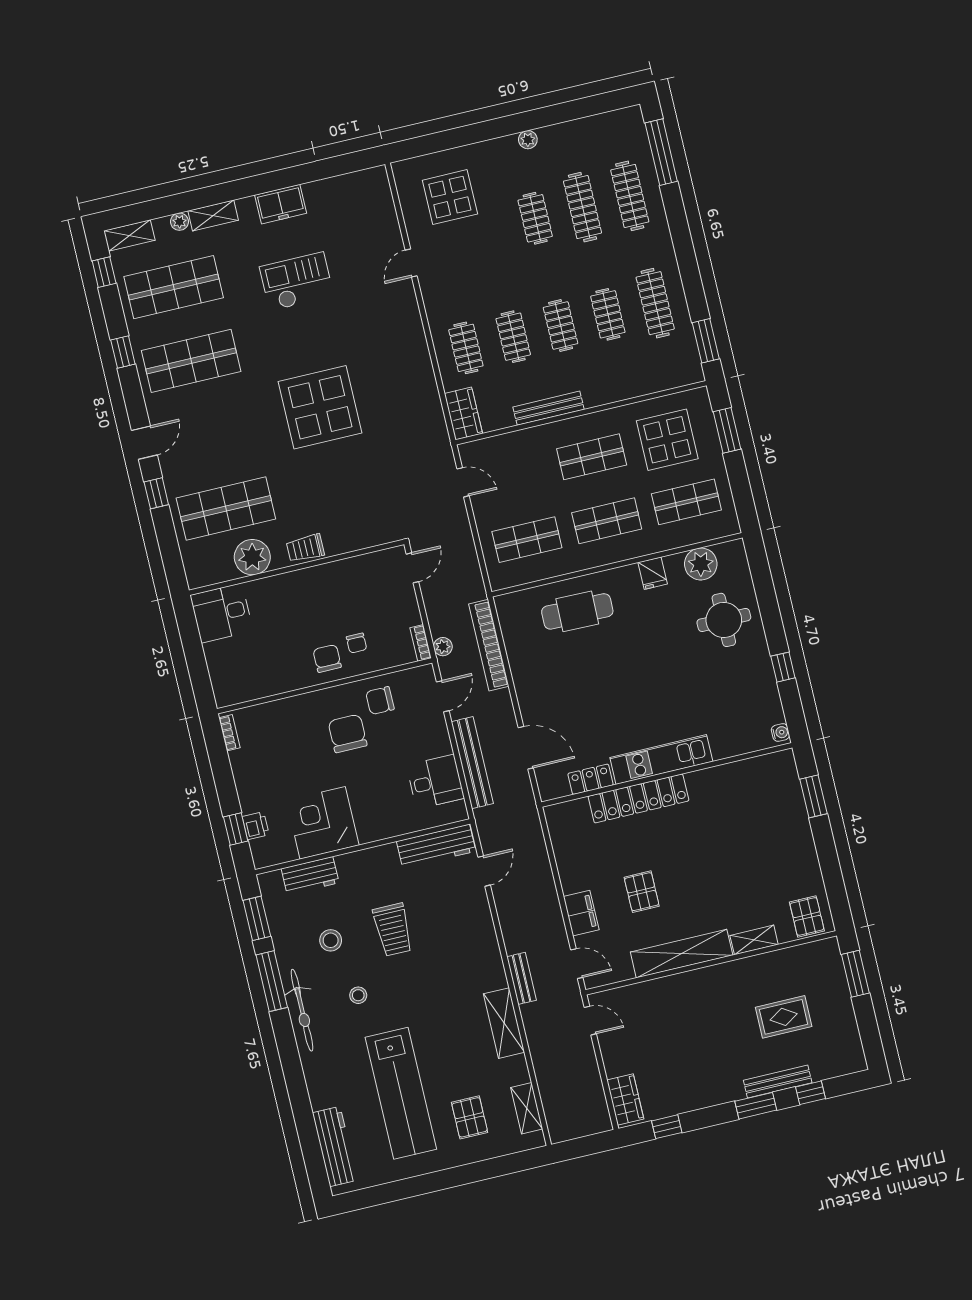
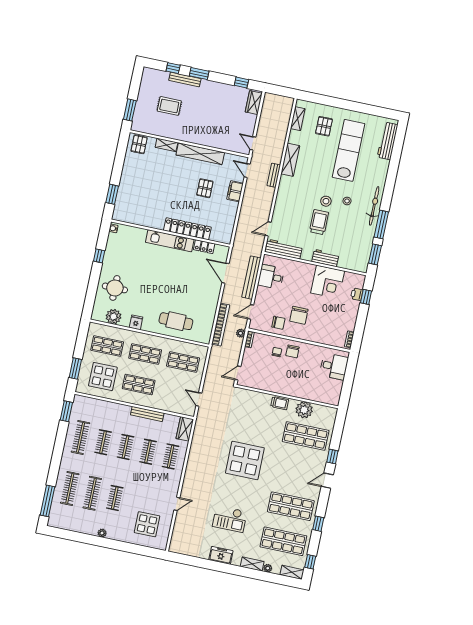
desk: (222, 613) -> (334, 366), moved
workbench: (310, 876) -> (325, 258), moved
stool: (331, 940) -> (326, 201), moved

